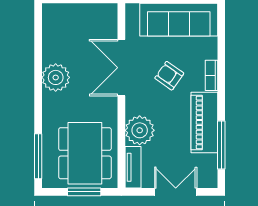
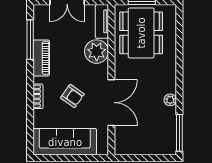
plant: (56, 77) -> (170, 100), width x0.53, depth x0.53
piano: (204, 122) -> (41, 58), width x0.73, depth x0.75
window: (38, 156) -> (179, 133), moved

